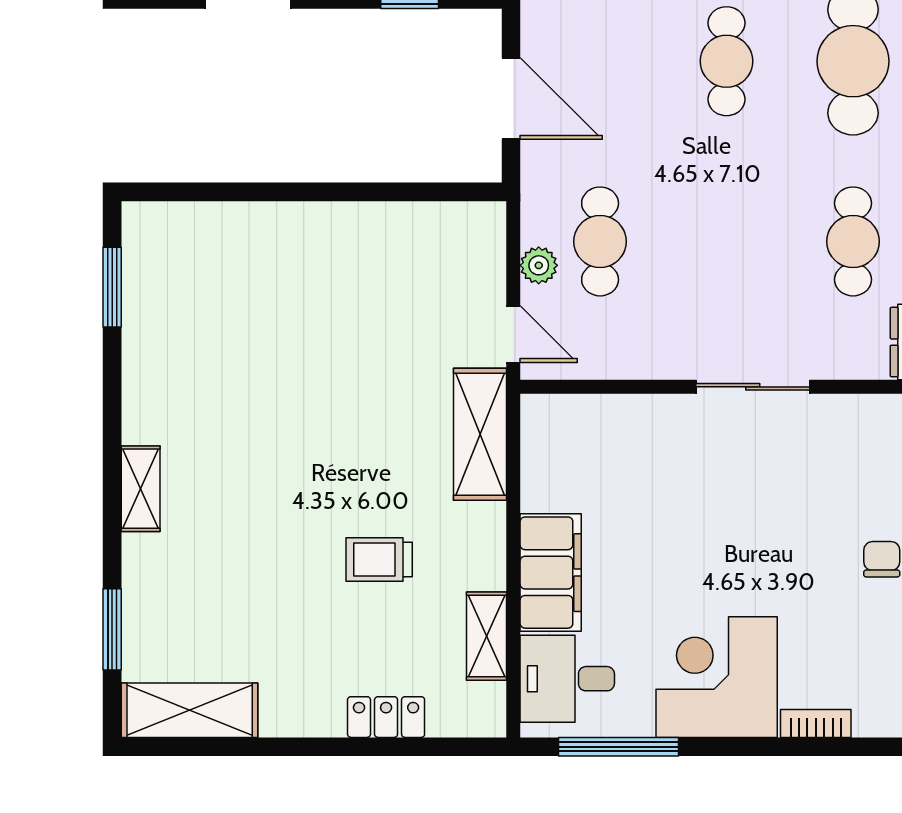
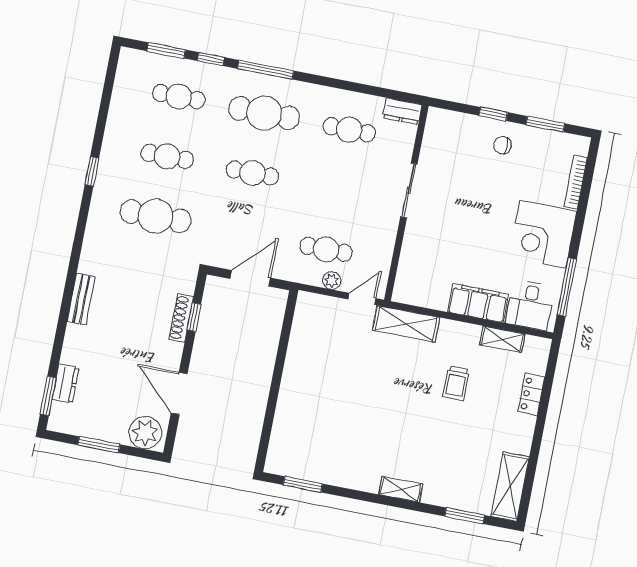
bookcase: (816, 723) -> (576, 182), width x1.56

